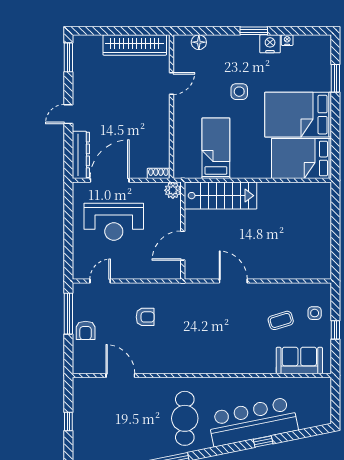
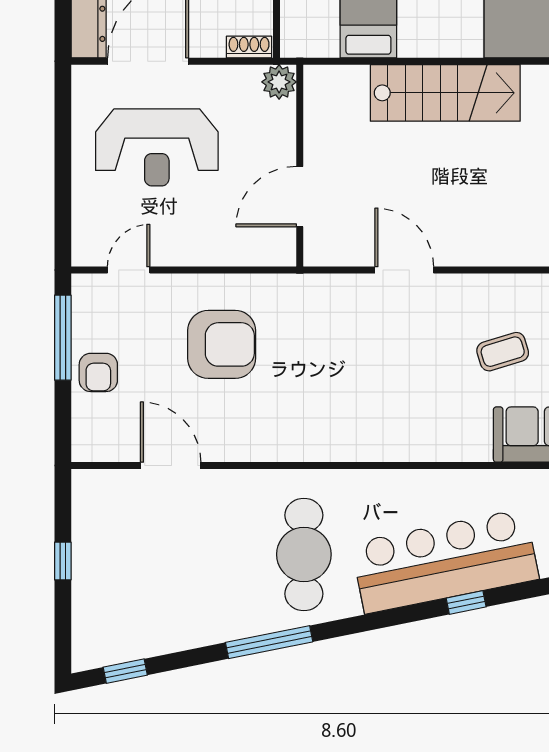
stairs: (221, 196) -> (445, 93), moved
armchair: (145, 317) -> (222, 344), width x1.88, depth x1.88

